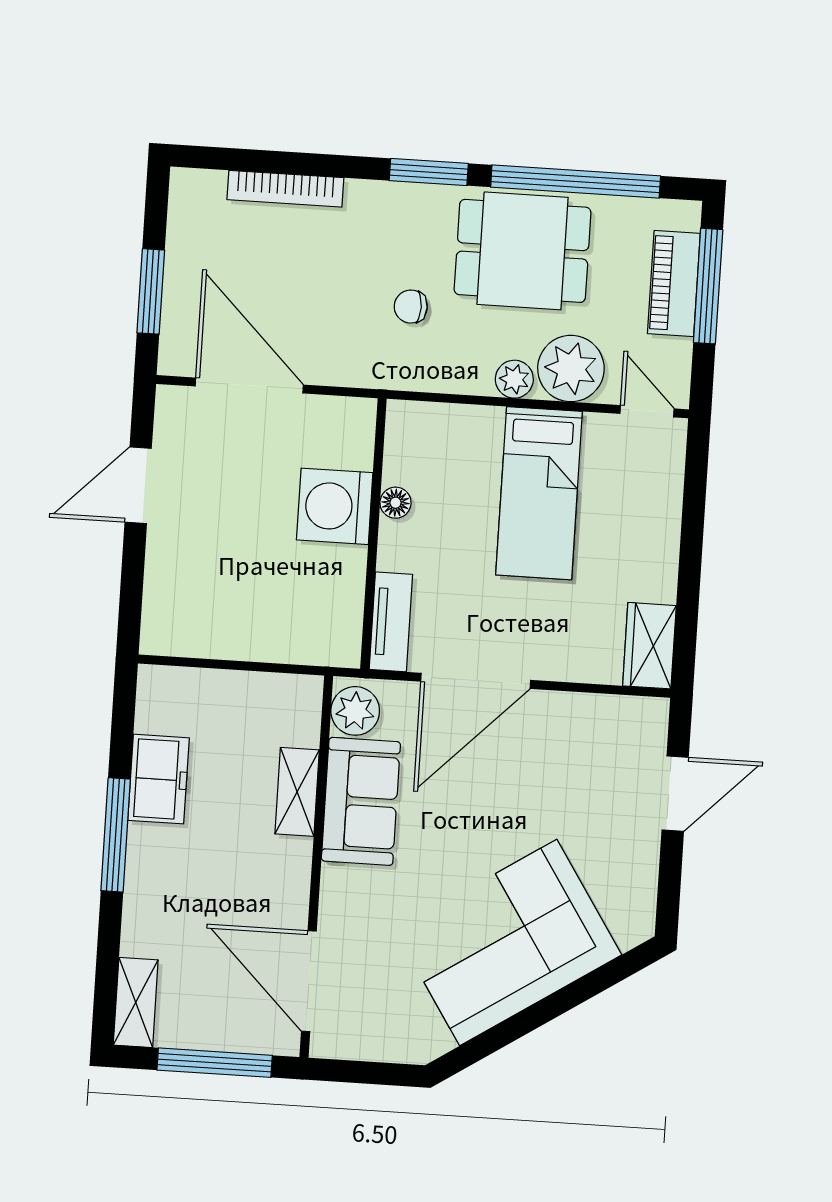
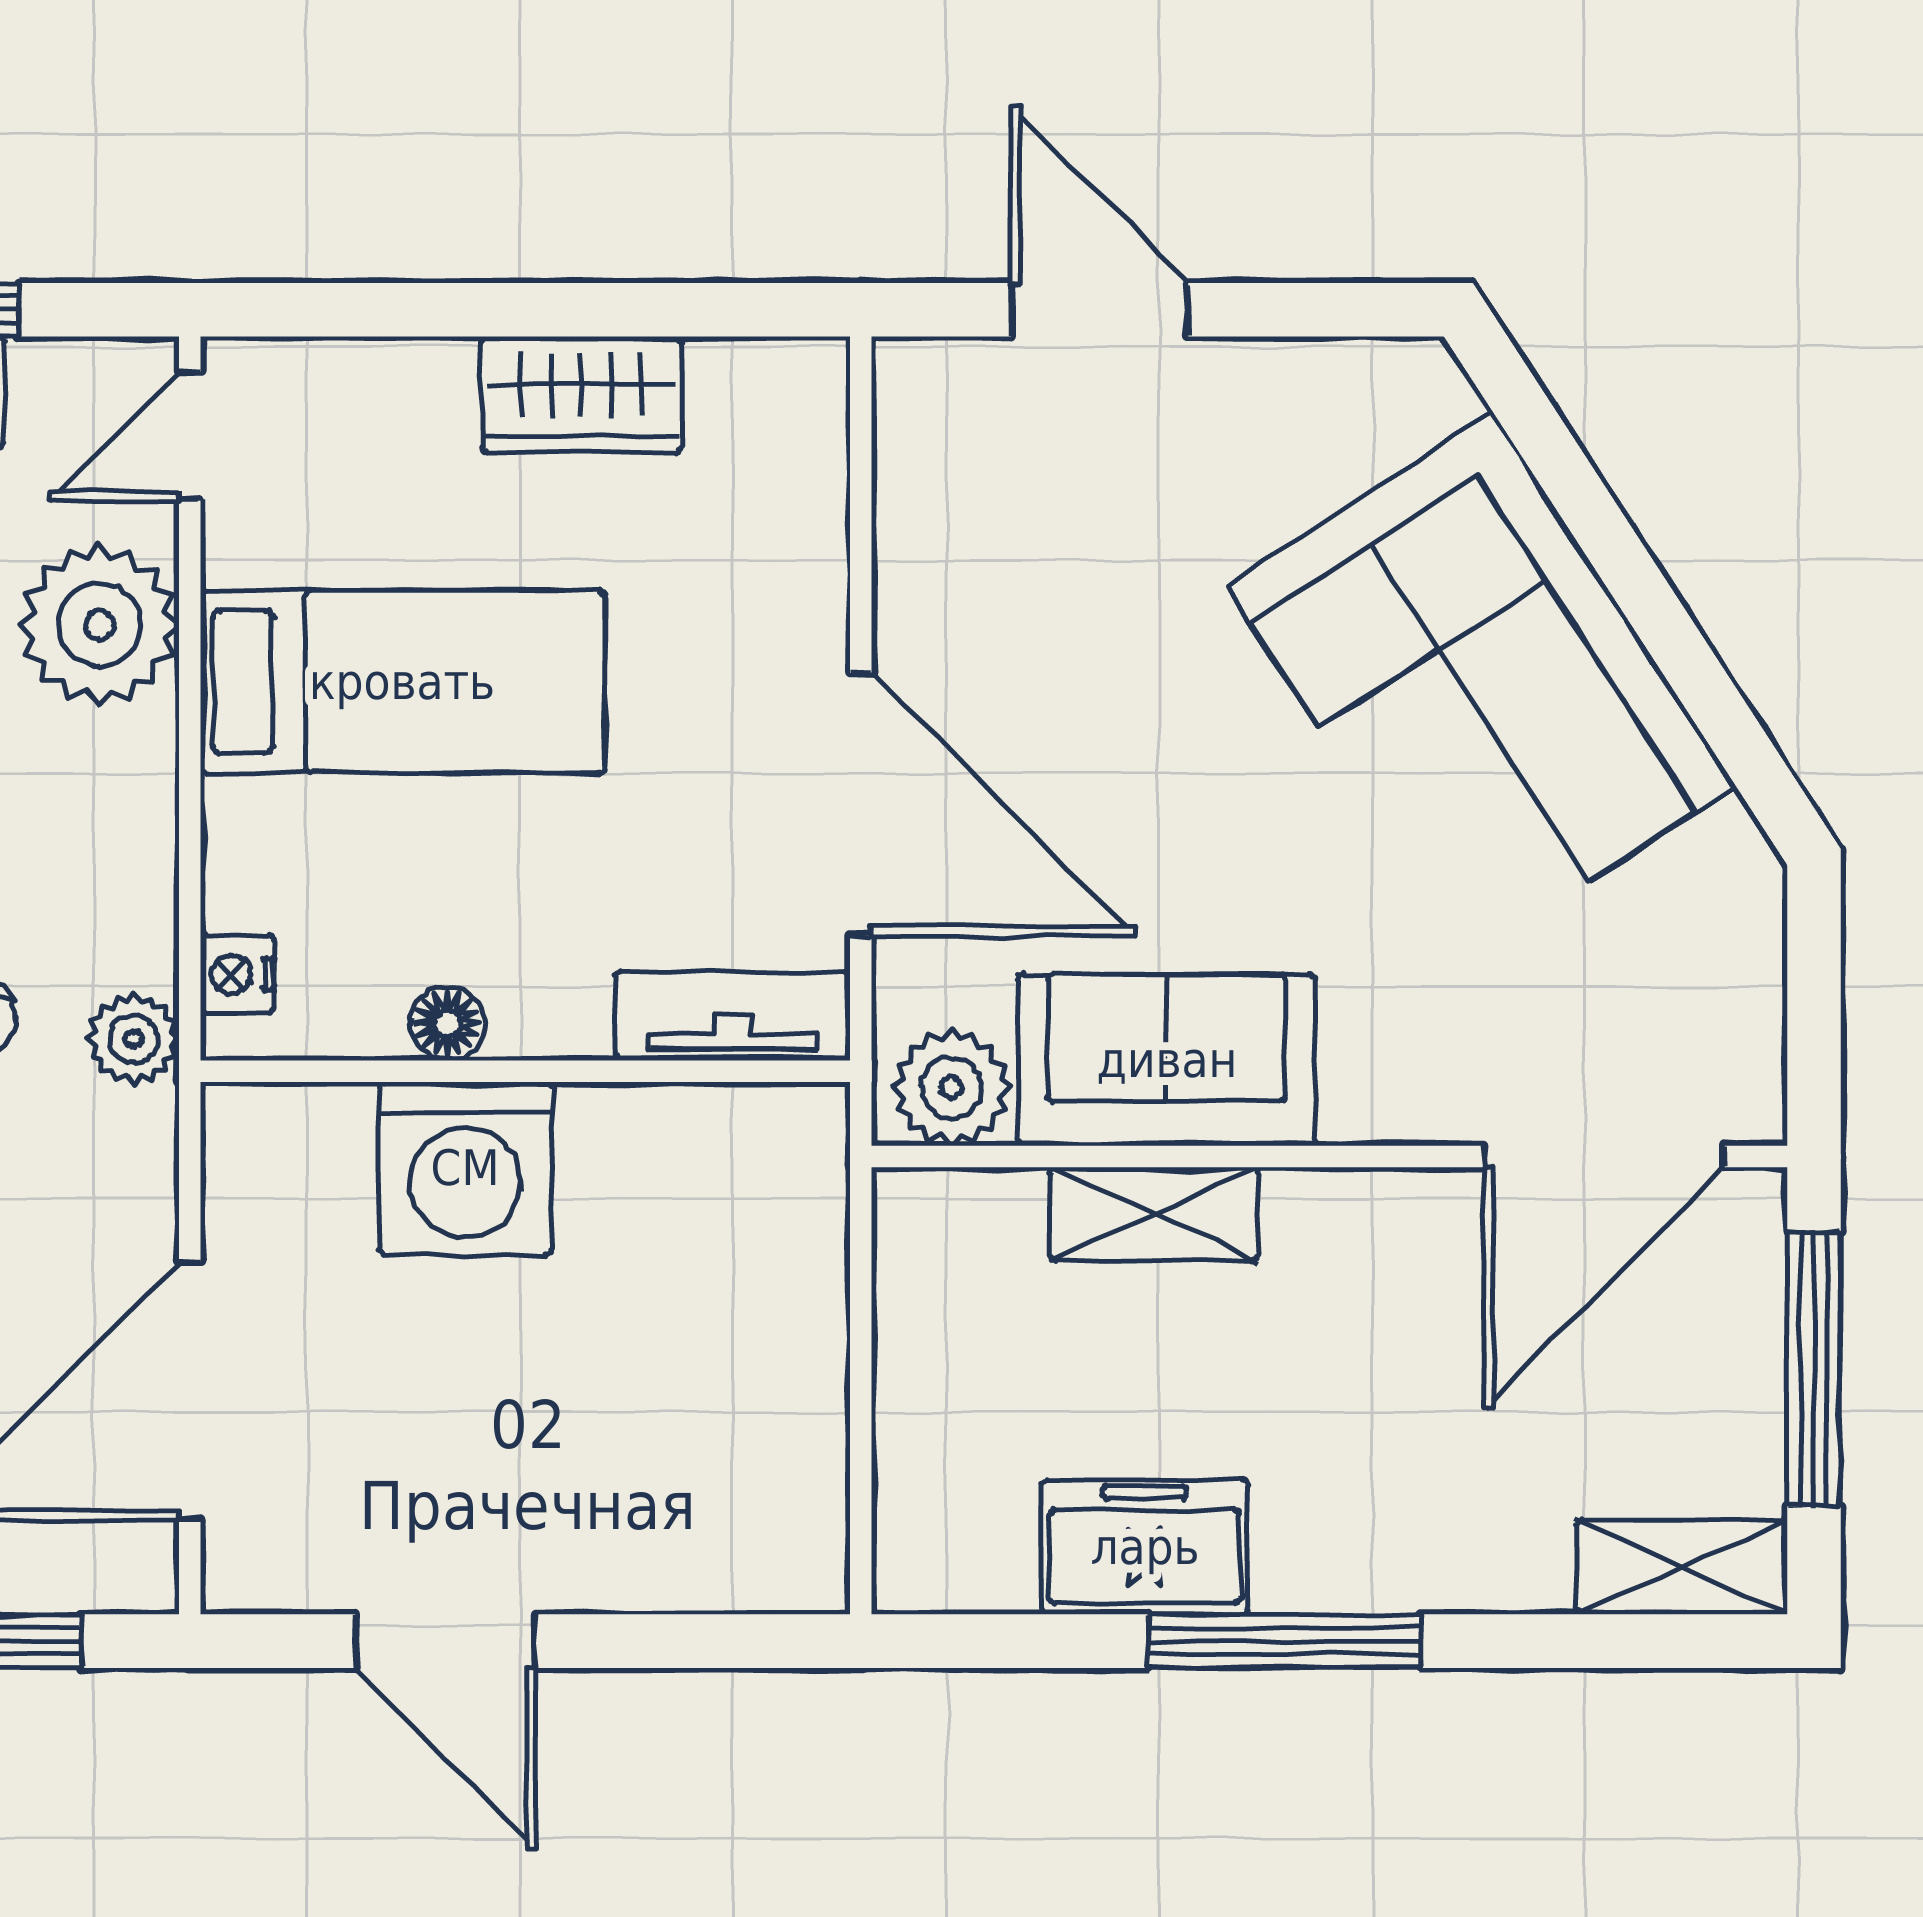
plant: (514, 379) -> (134, 1039), moved
nightstand: (422, 416) -> (237, 974), added
wardrobe: (649, 646) -> (581, 394), moved

